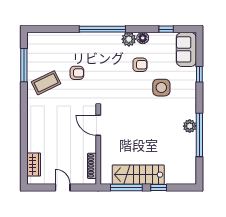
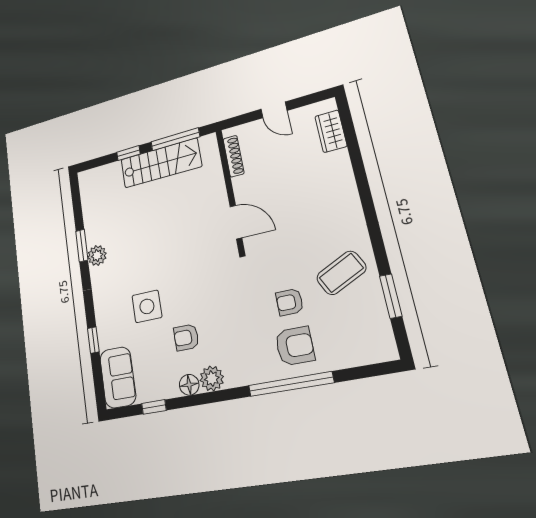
window: (102, 29) -> (291, 384), moved
armchair: (79, 49) -> (295, 346), added
window: (24, 65) -> (391, 296), width x0.69
window: (199, 135) -> (82, 246), width x0.47

